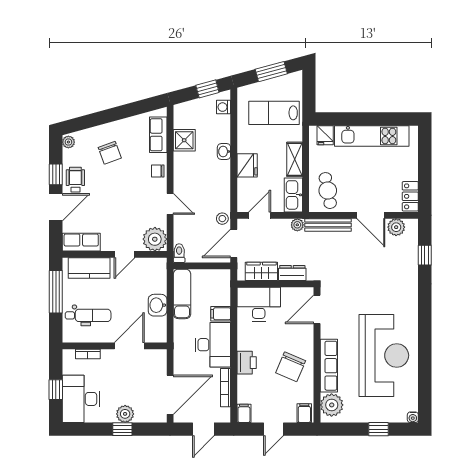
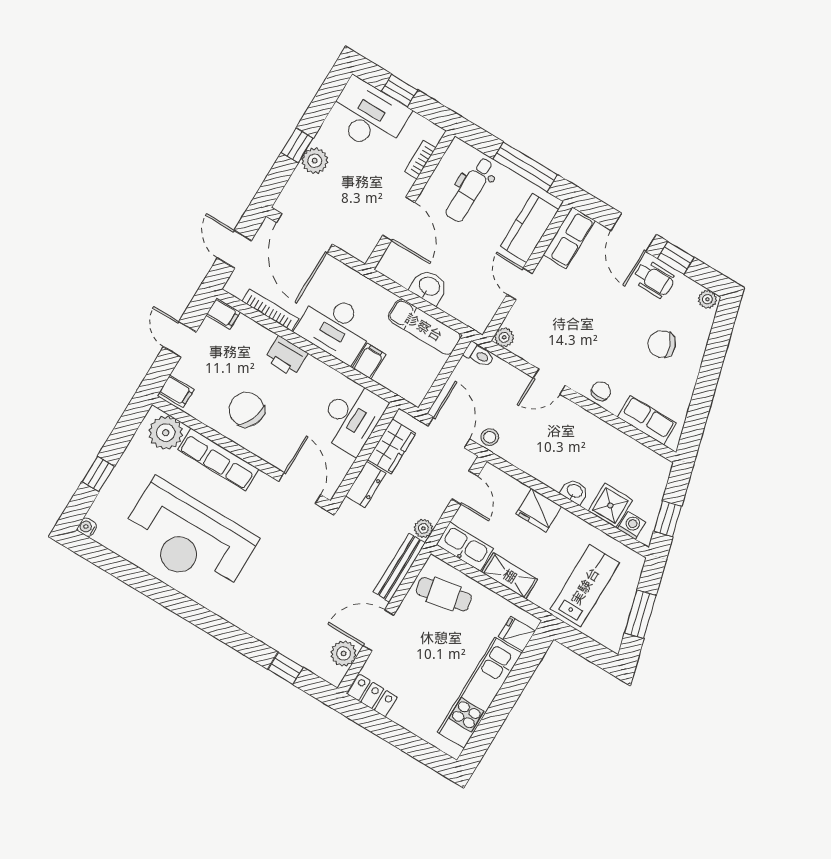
shower: (184, 140) -> (610, 505), moved
plant: (155, 239) -> (504, 337), width x0.53, depth x0.53

